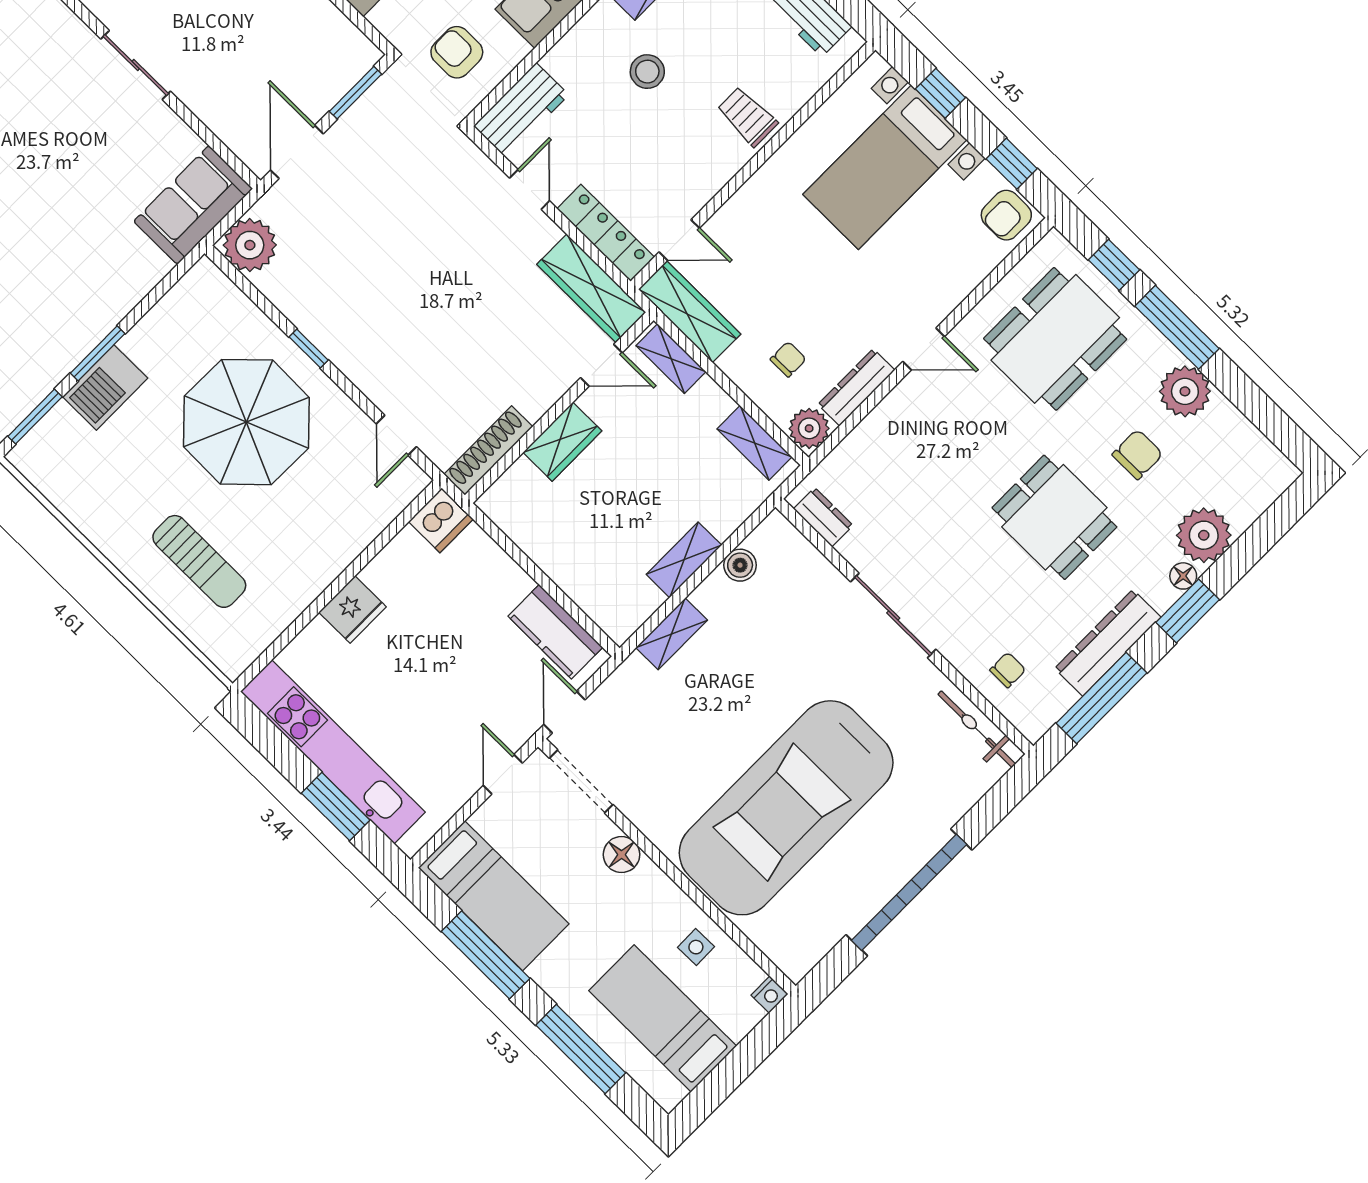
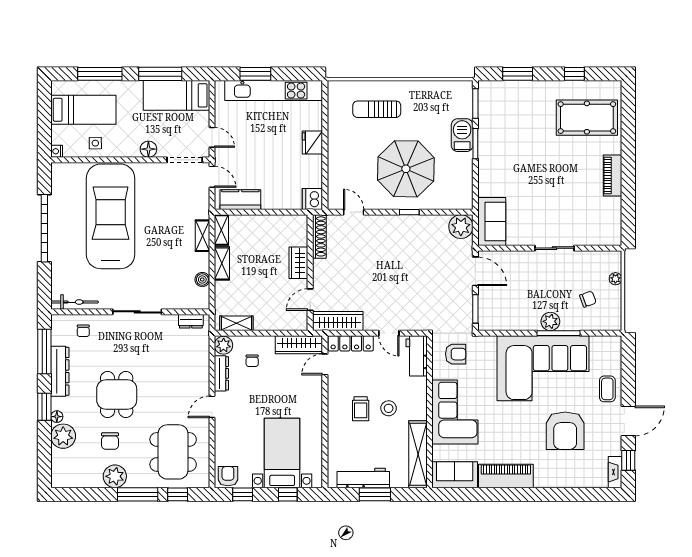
trolley: (747, 117) -> (361, 409), moved, turned 90
shelving: (671, 359) -> (221, 230), moved, turned 90
dining table: (1054, 517) -> (117, 395), turned 90

